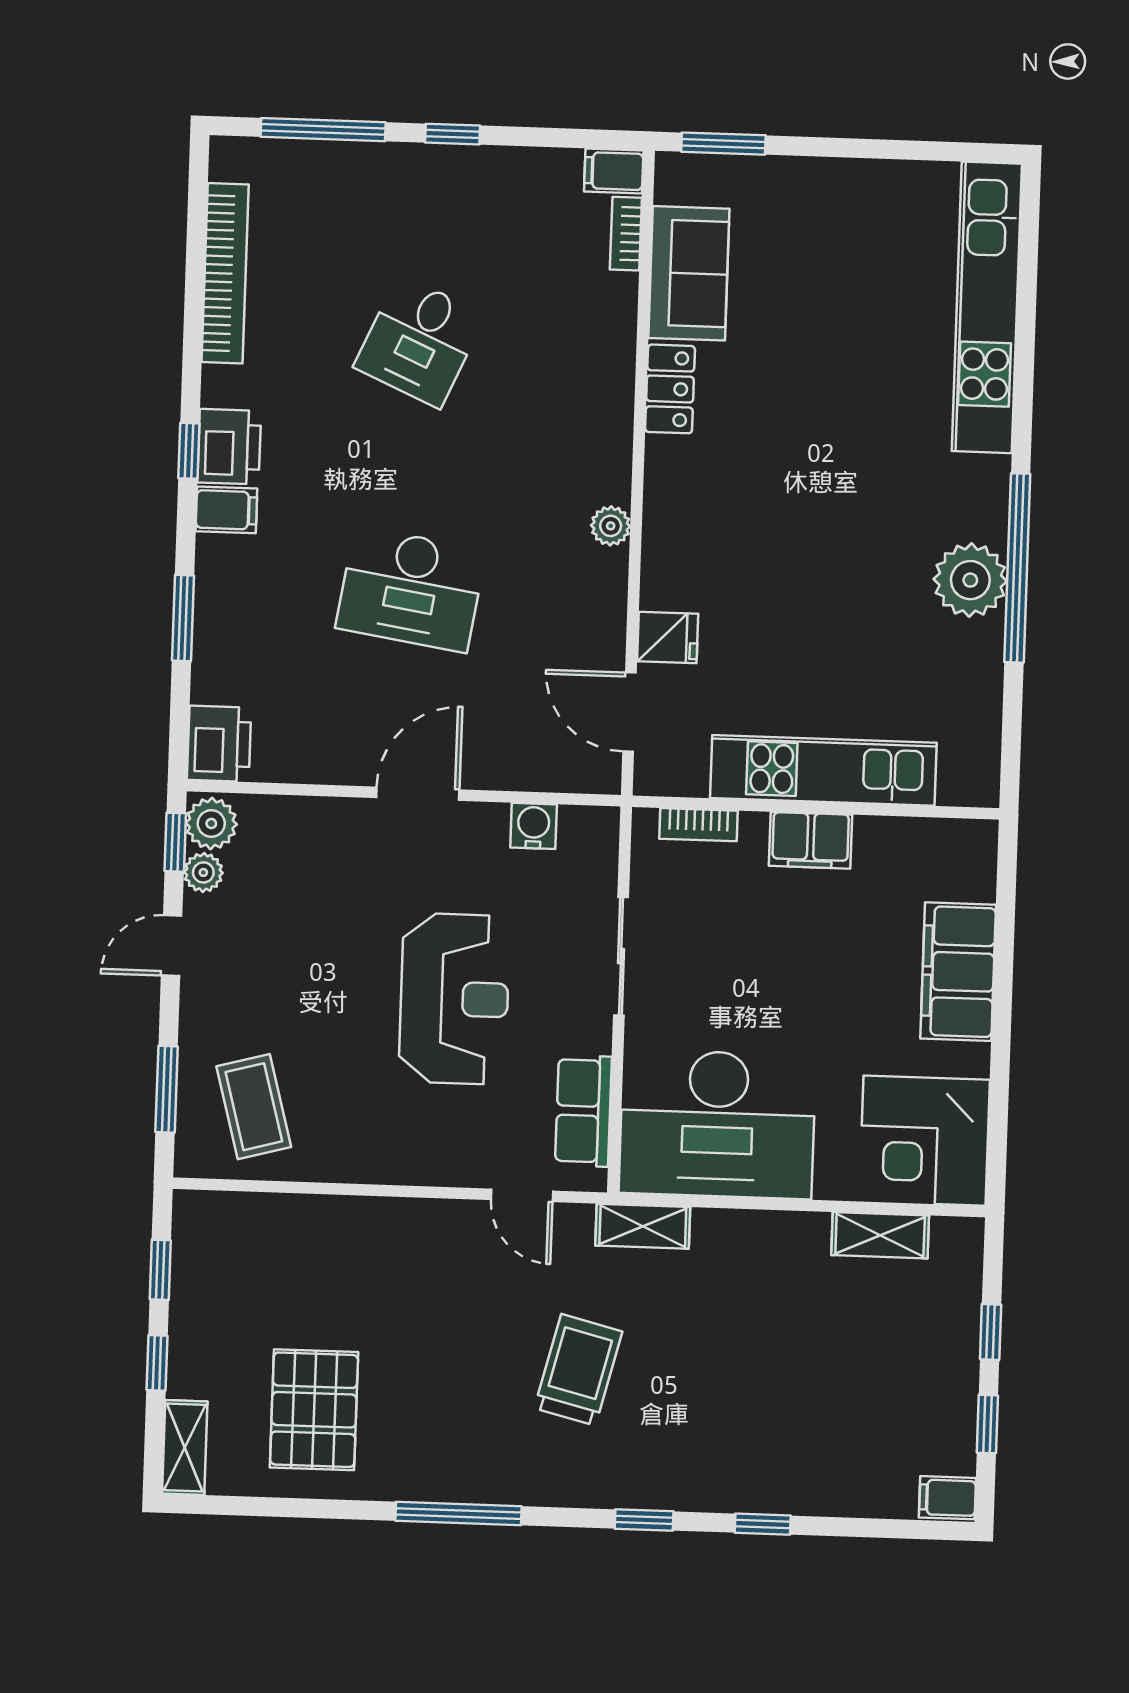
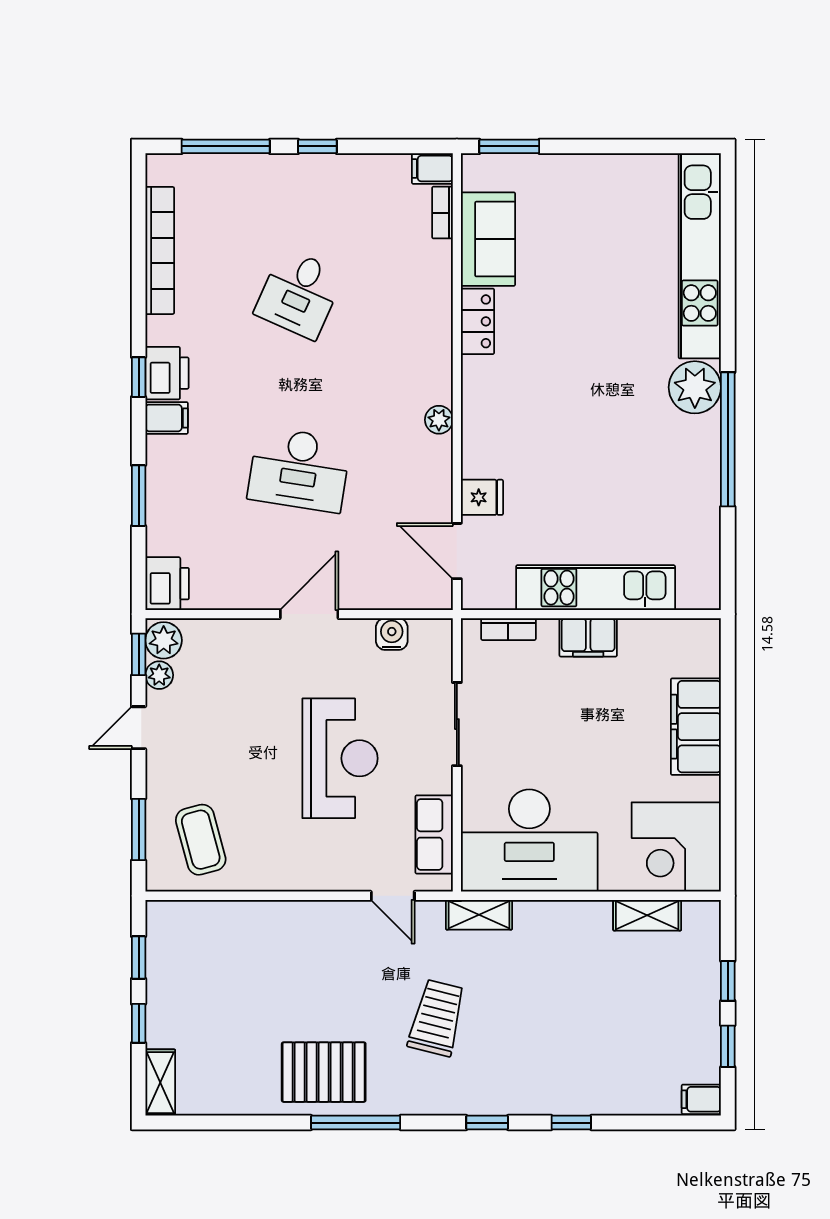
plant: (970, 580) -> (695, 387), moved
pallet: (314, 1410) -> (324, 1072), moved, turned 90

